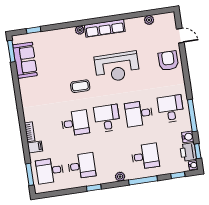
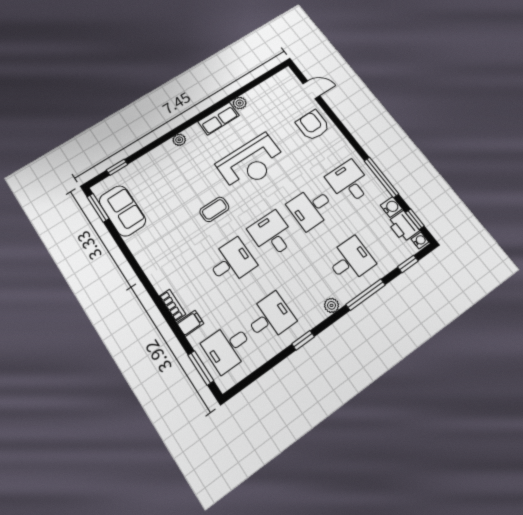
plant: (149, 20) -> (240, 103), moved
row of seats: (105, 28) -> (219, 119), width x0.68

